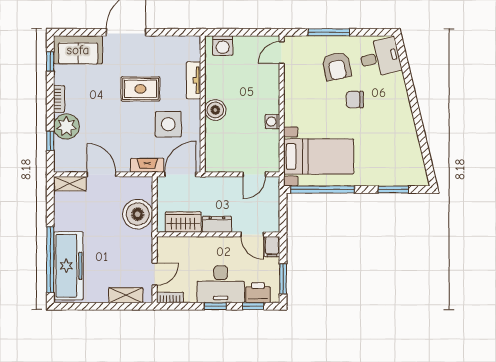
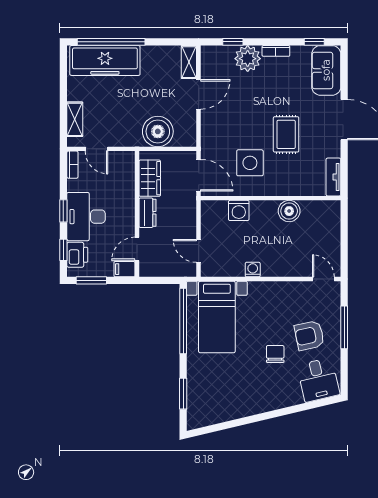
washing machine: (223, 46) -> (239, 210), moved, turned -90
tv unit: (194, 80) -> (333, 177), moved, turned -90
boiler: (215, 110) -> (289, 211), moved
fireplace: (147, 165) -> (208, 141), removed

